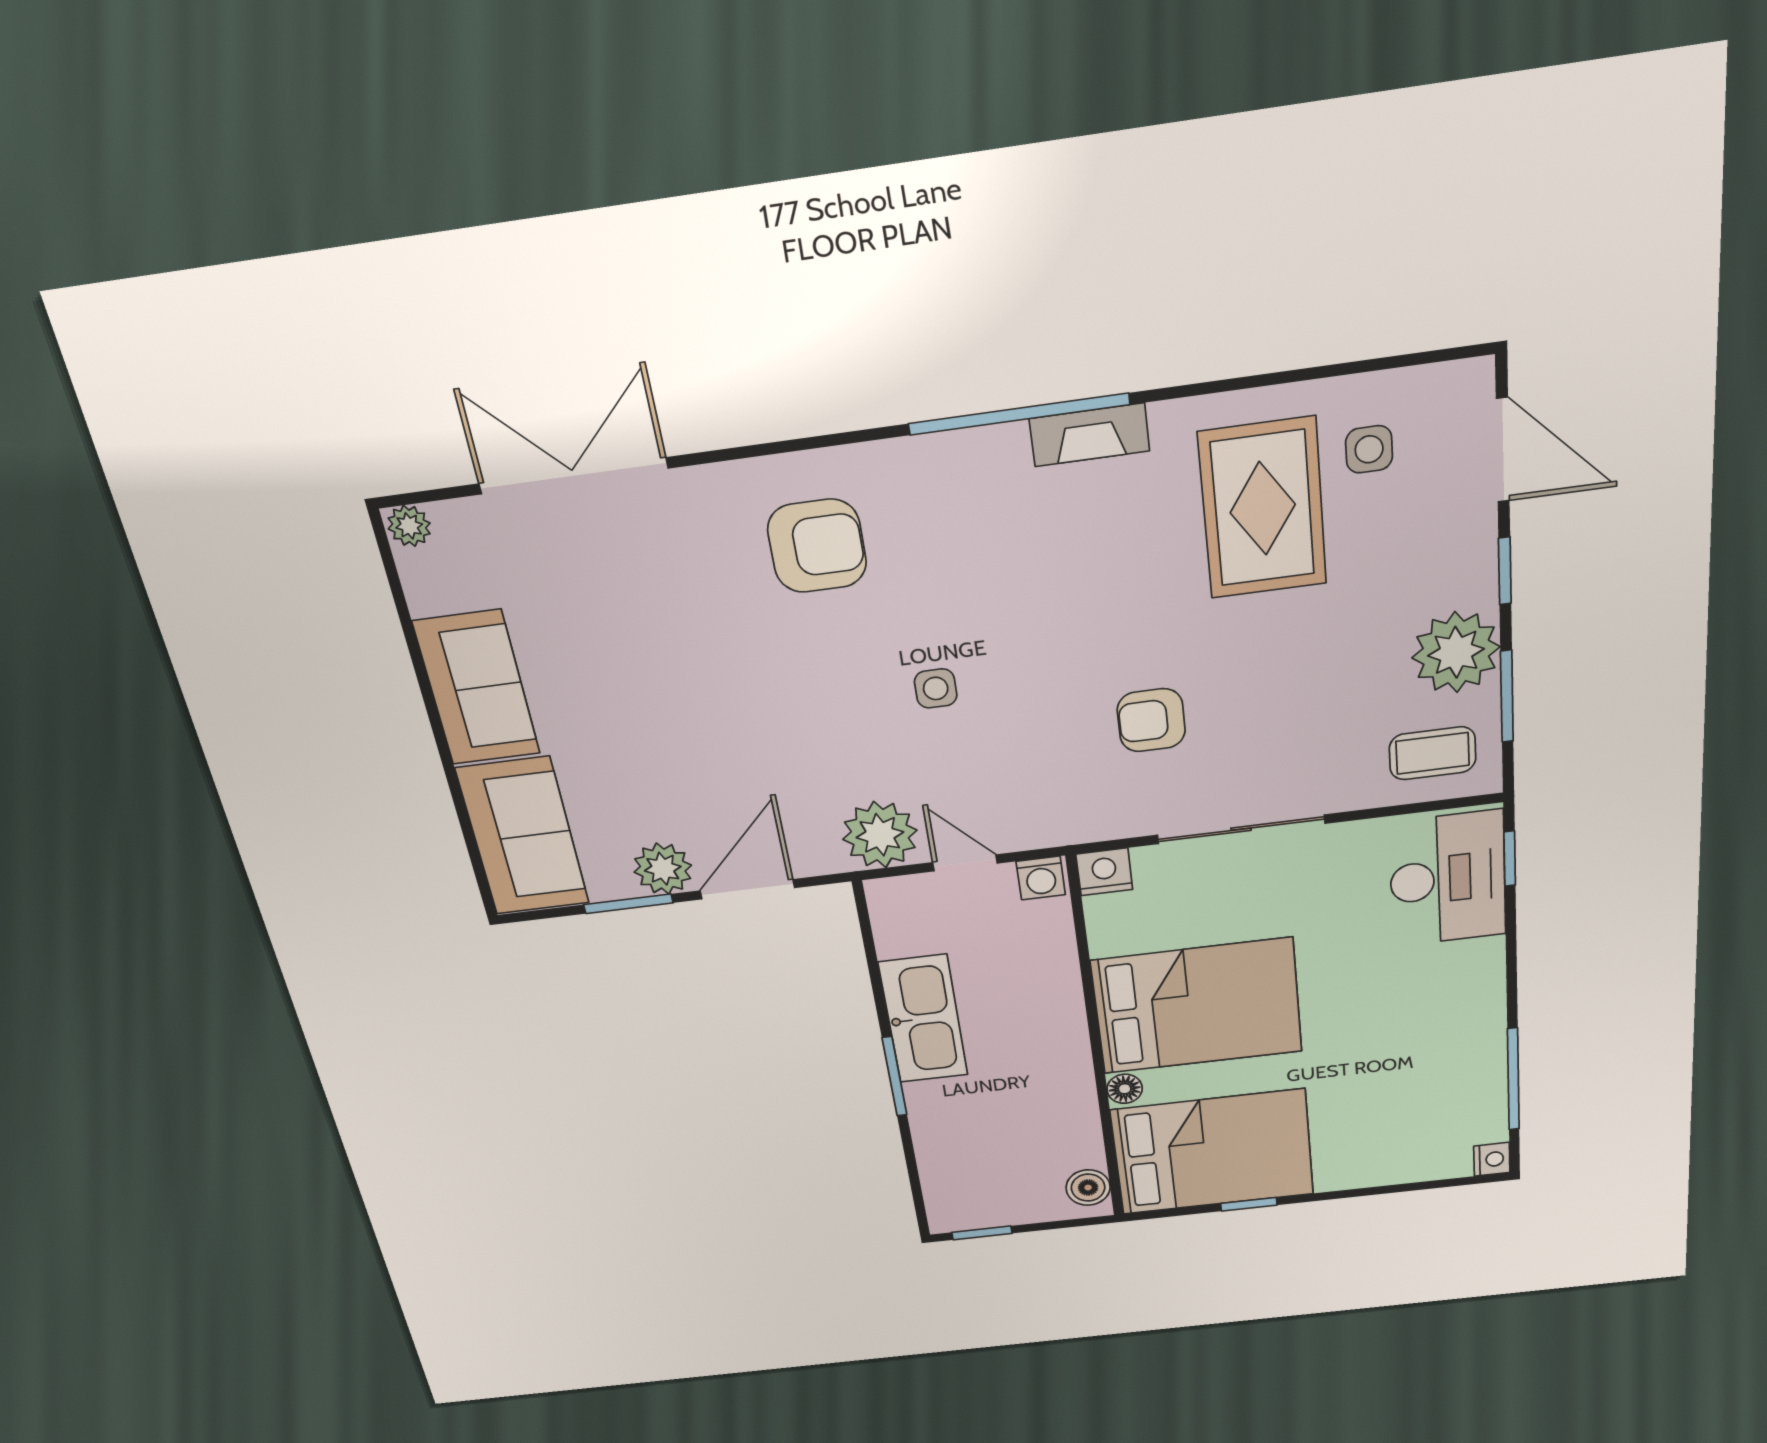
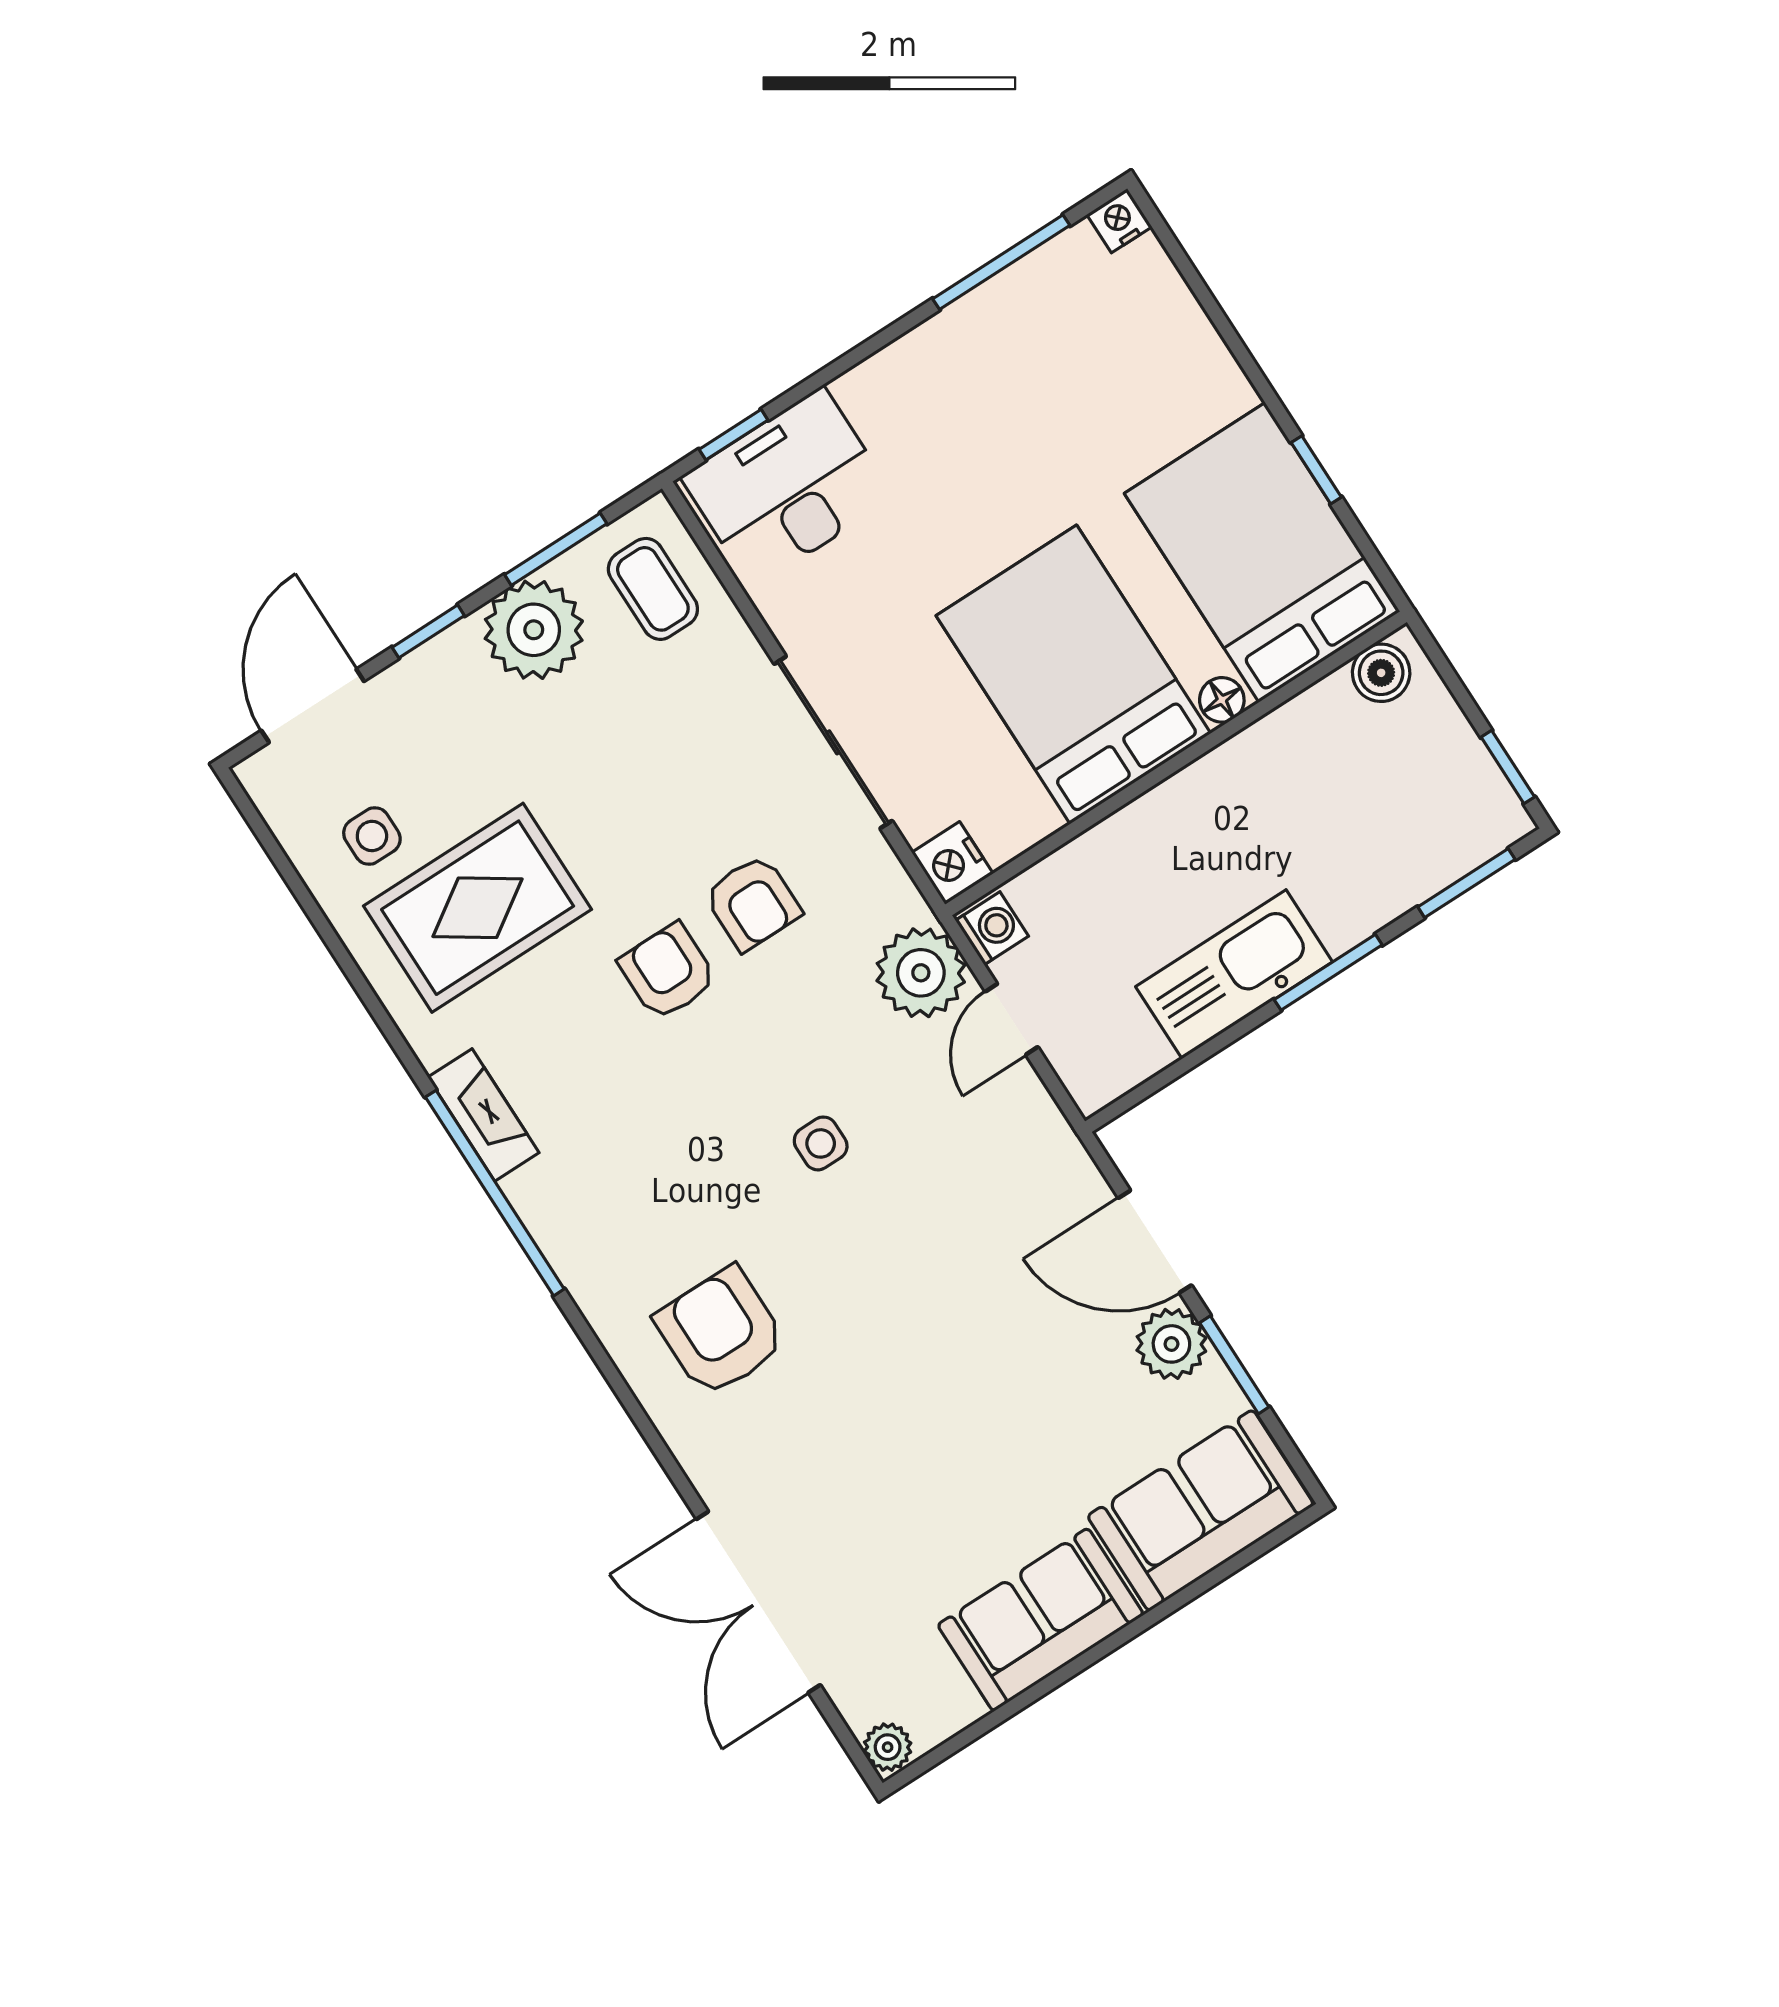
armchair: (1131, 634) -> (668, 972), added
plant: (880, 835) -> (921, 973), moved
window: (914, 1180) -> (1466, 883), added

